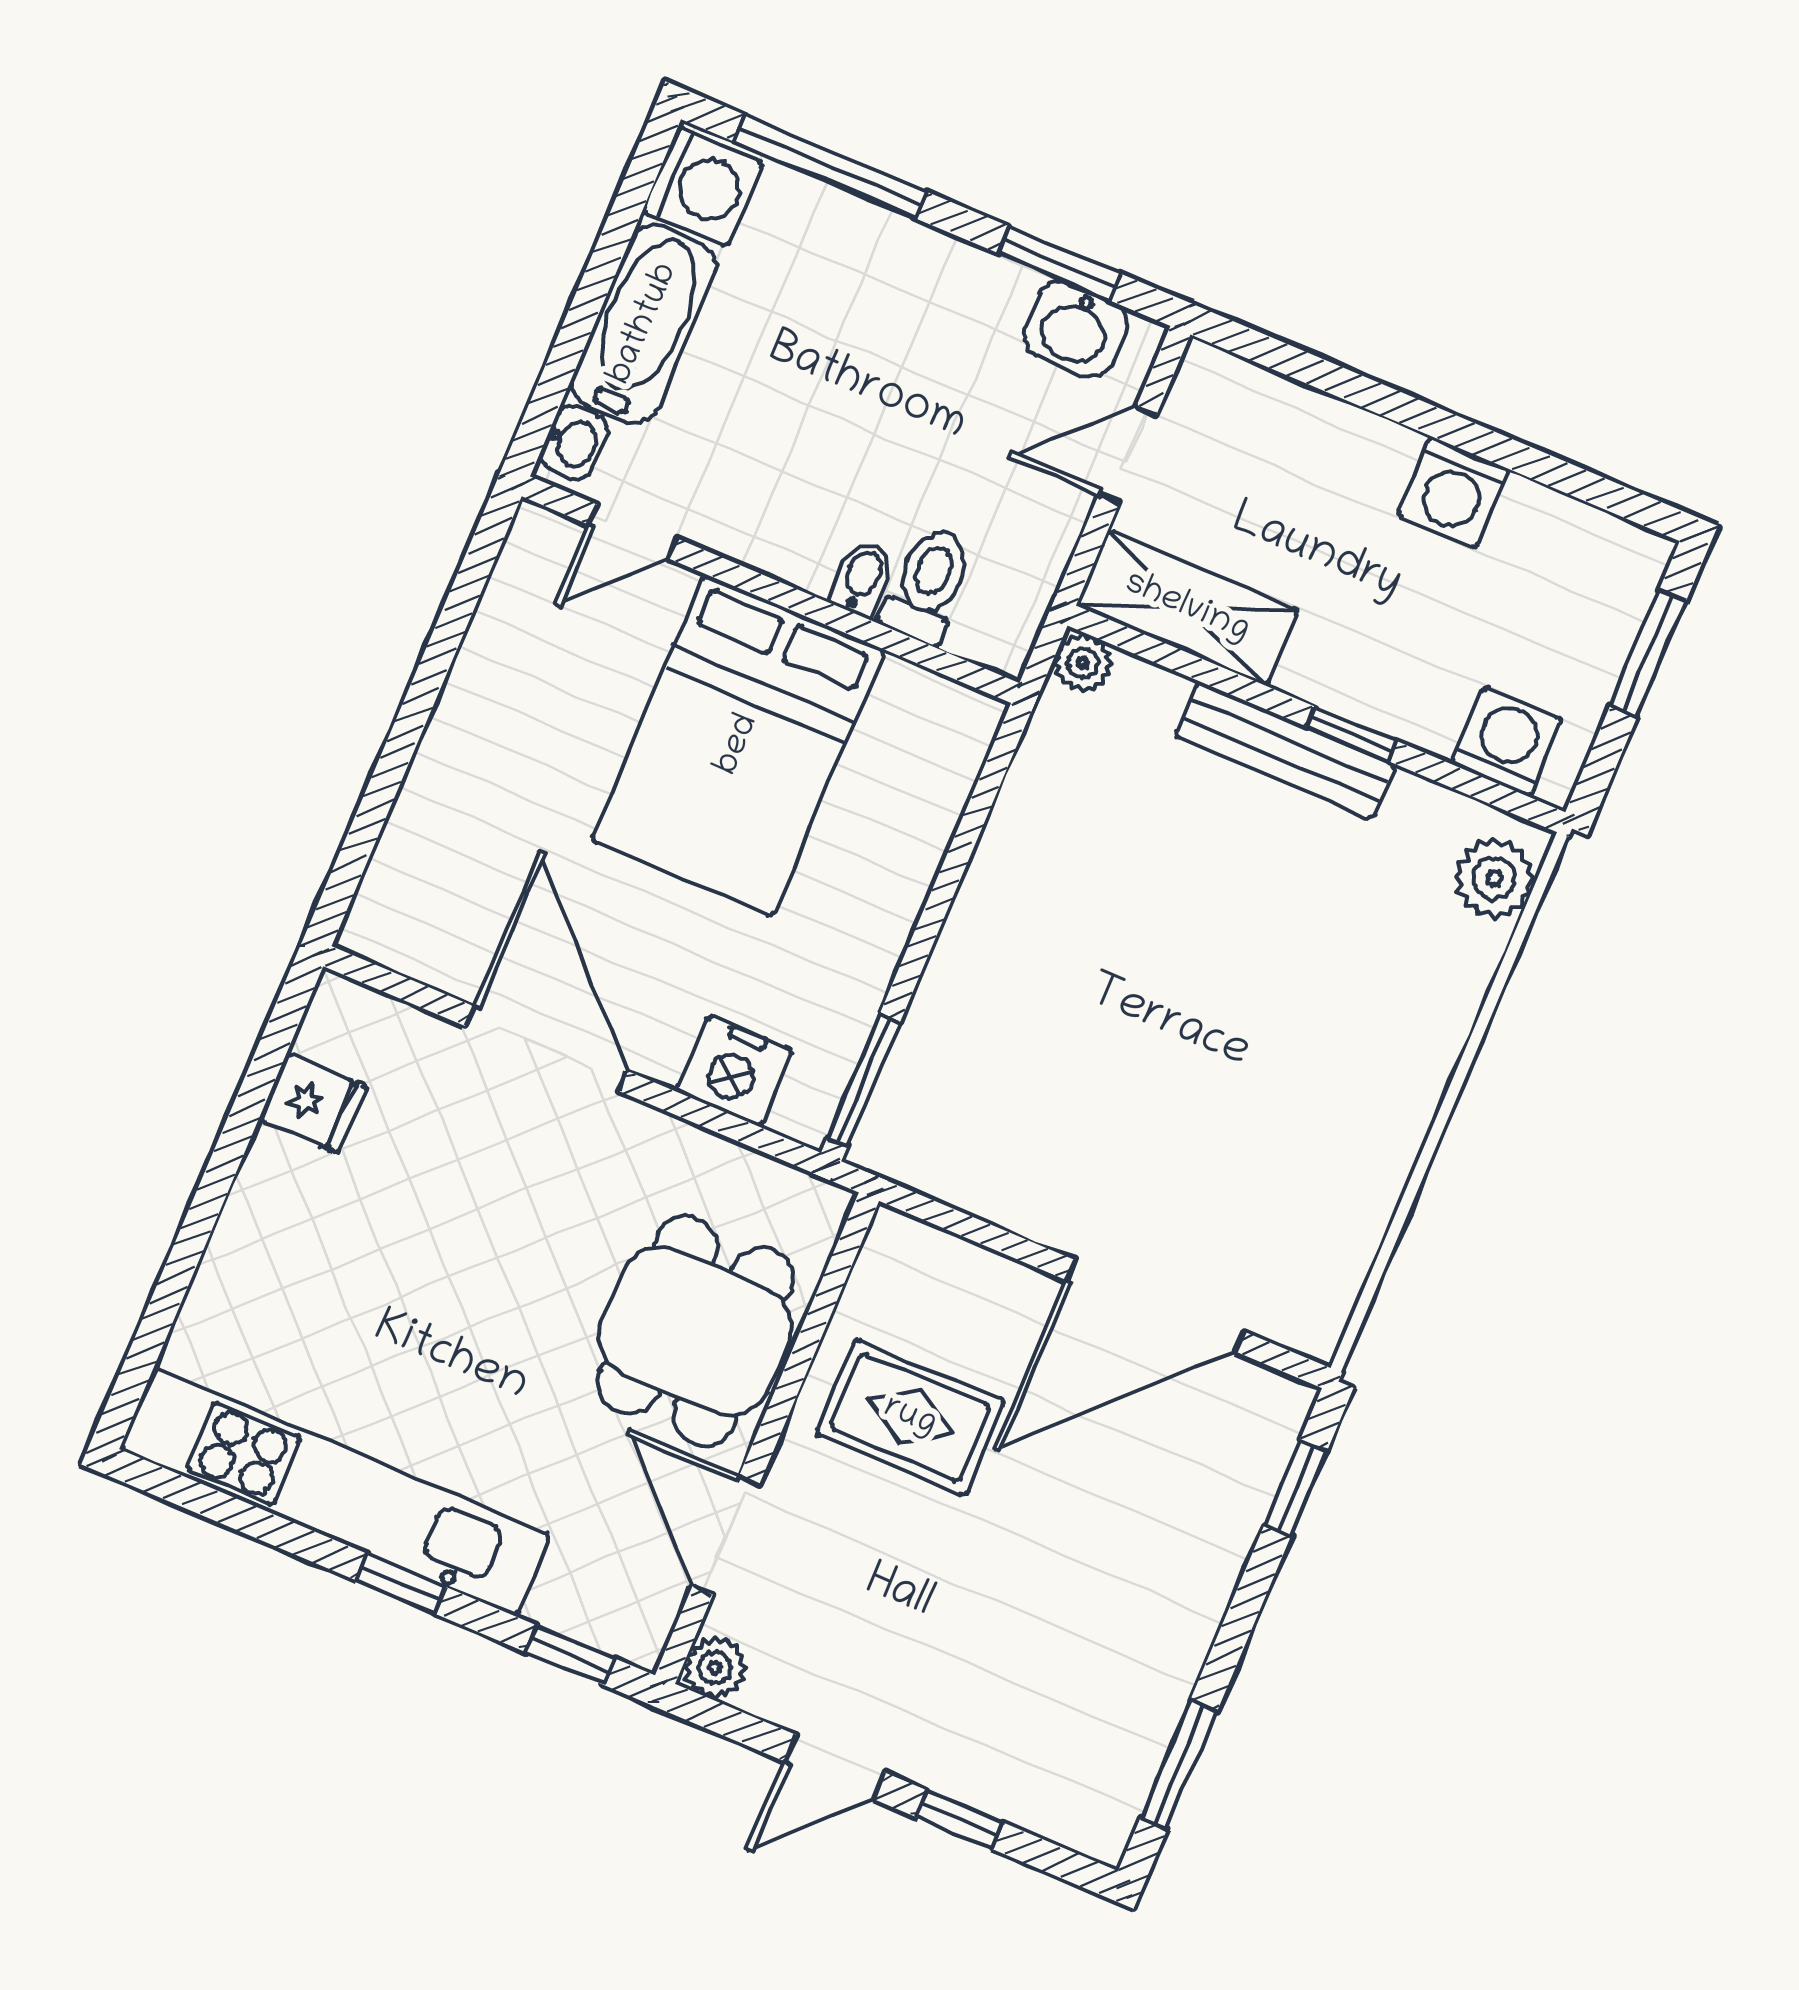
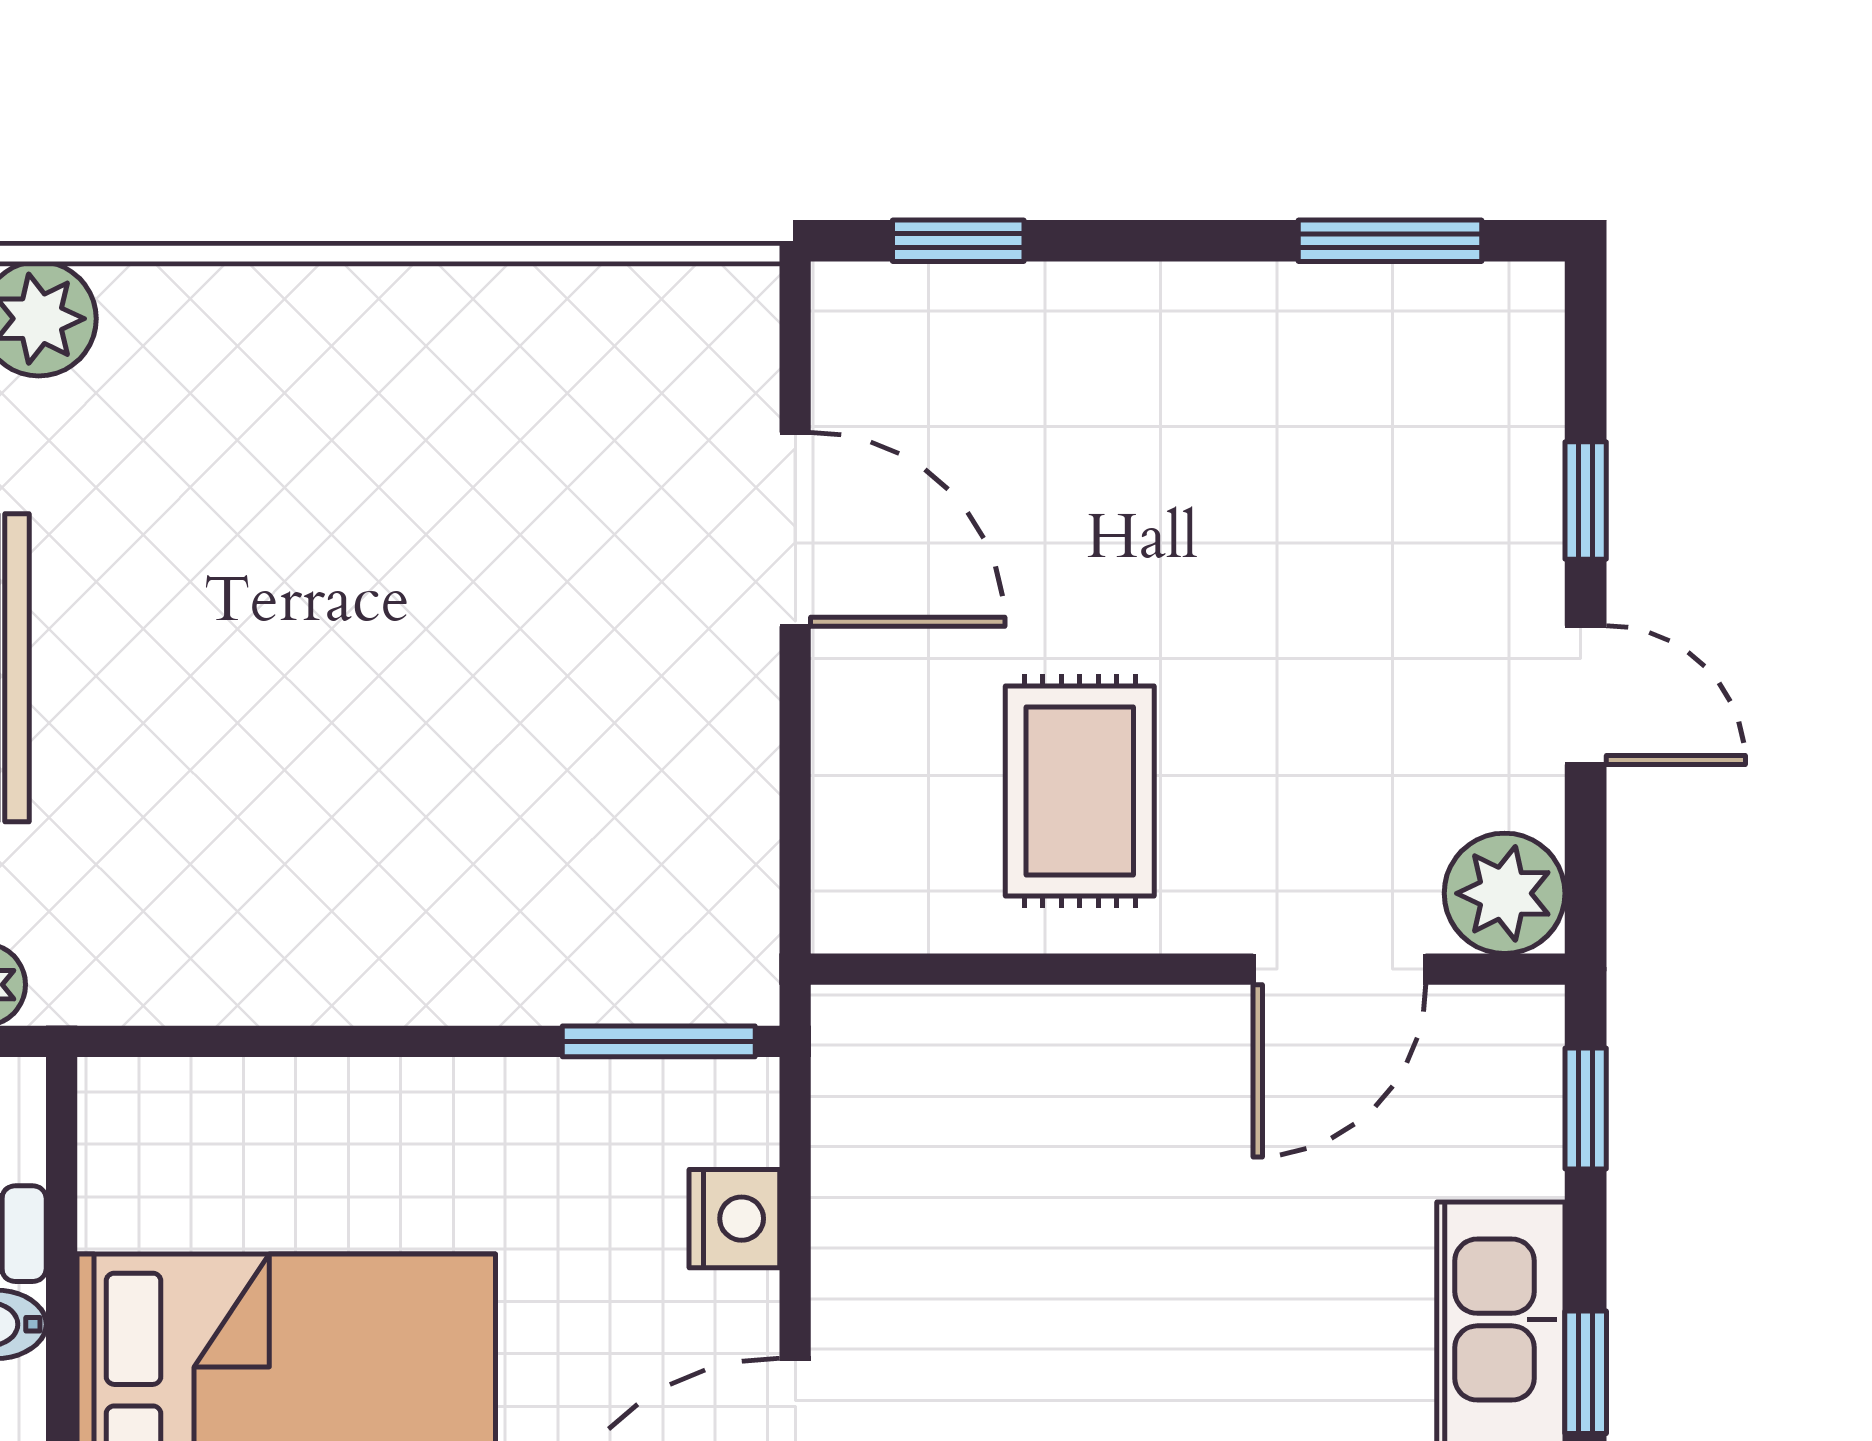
nightstand: (734, 1071) -> (734, 1219), width x0.74, depth x0.75
door: (1155, 1306) -> (795, 529), width x0.73
dining table: (695, 1331) -> (1086, 1124), removed
plant: (715, 1668) -> (1505, 893), width x1.38, depth x1.38

